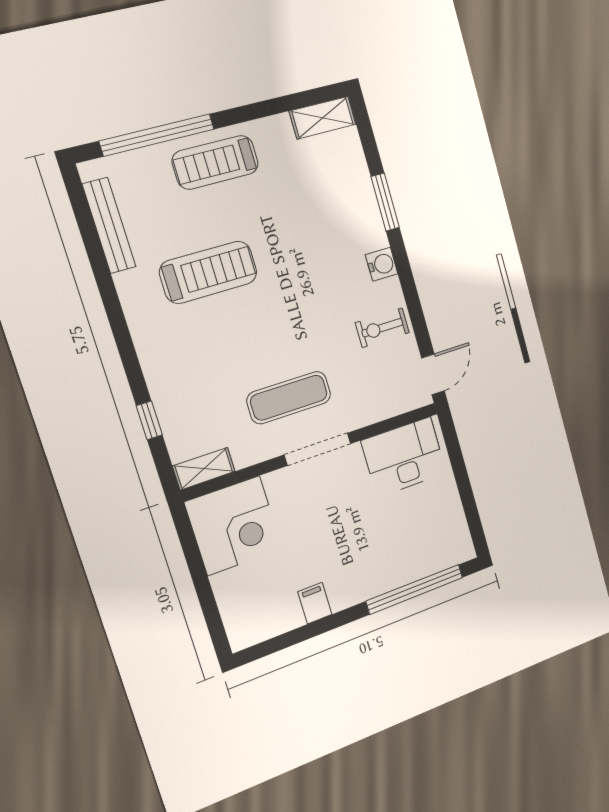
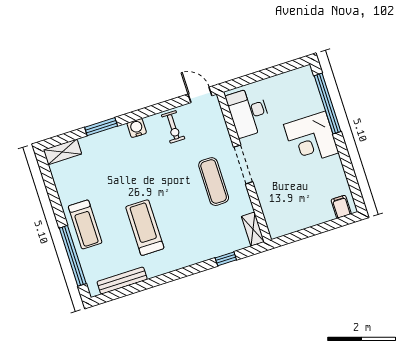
shelving: (323, 118) -> (62, 152), moved, turned 90
corner desk: (234, 526) -> (311, 139), moved, turned 180
filing cabinet: (315, 603) -> (341, 207), moved, turned 90

